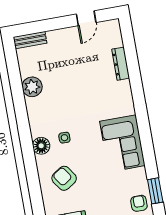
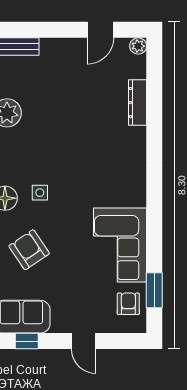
plant: (114, 25) -> (138, 46), added
corner sofa: (122, 143) -> (120, 245), moved

